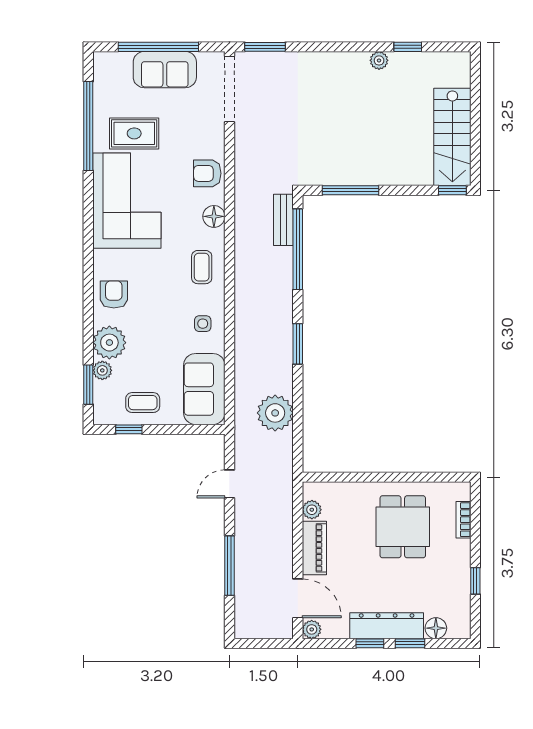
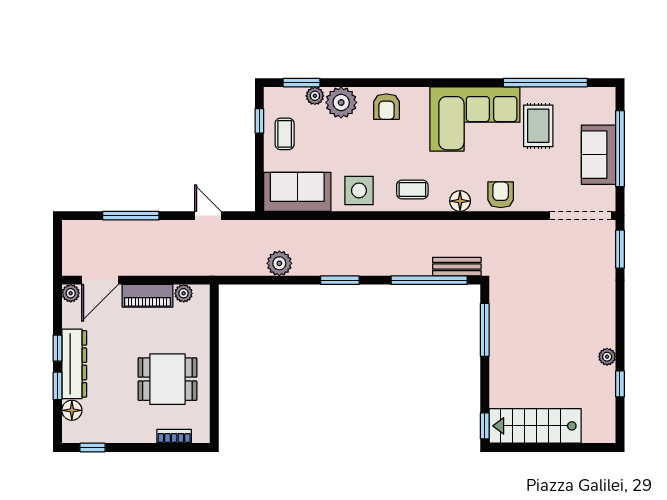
armchair: (114, 294) -> (386, 107), turned 90
side table: (203, 324) -> (359, 190), width x1.87, depth x1.87
plant: (275, 413) -> (279, 263), width x0.73, depth x0.73
window: (475, 581) -> (93, 448), moved

